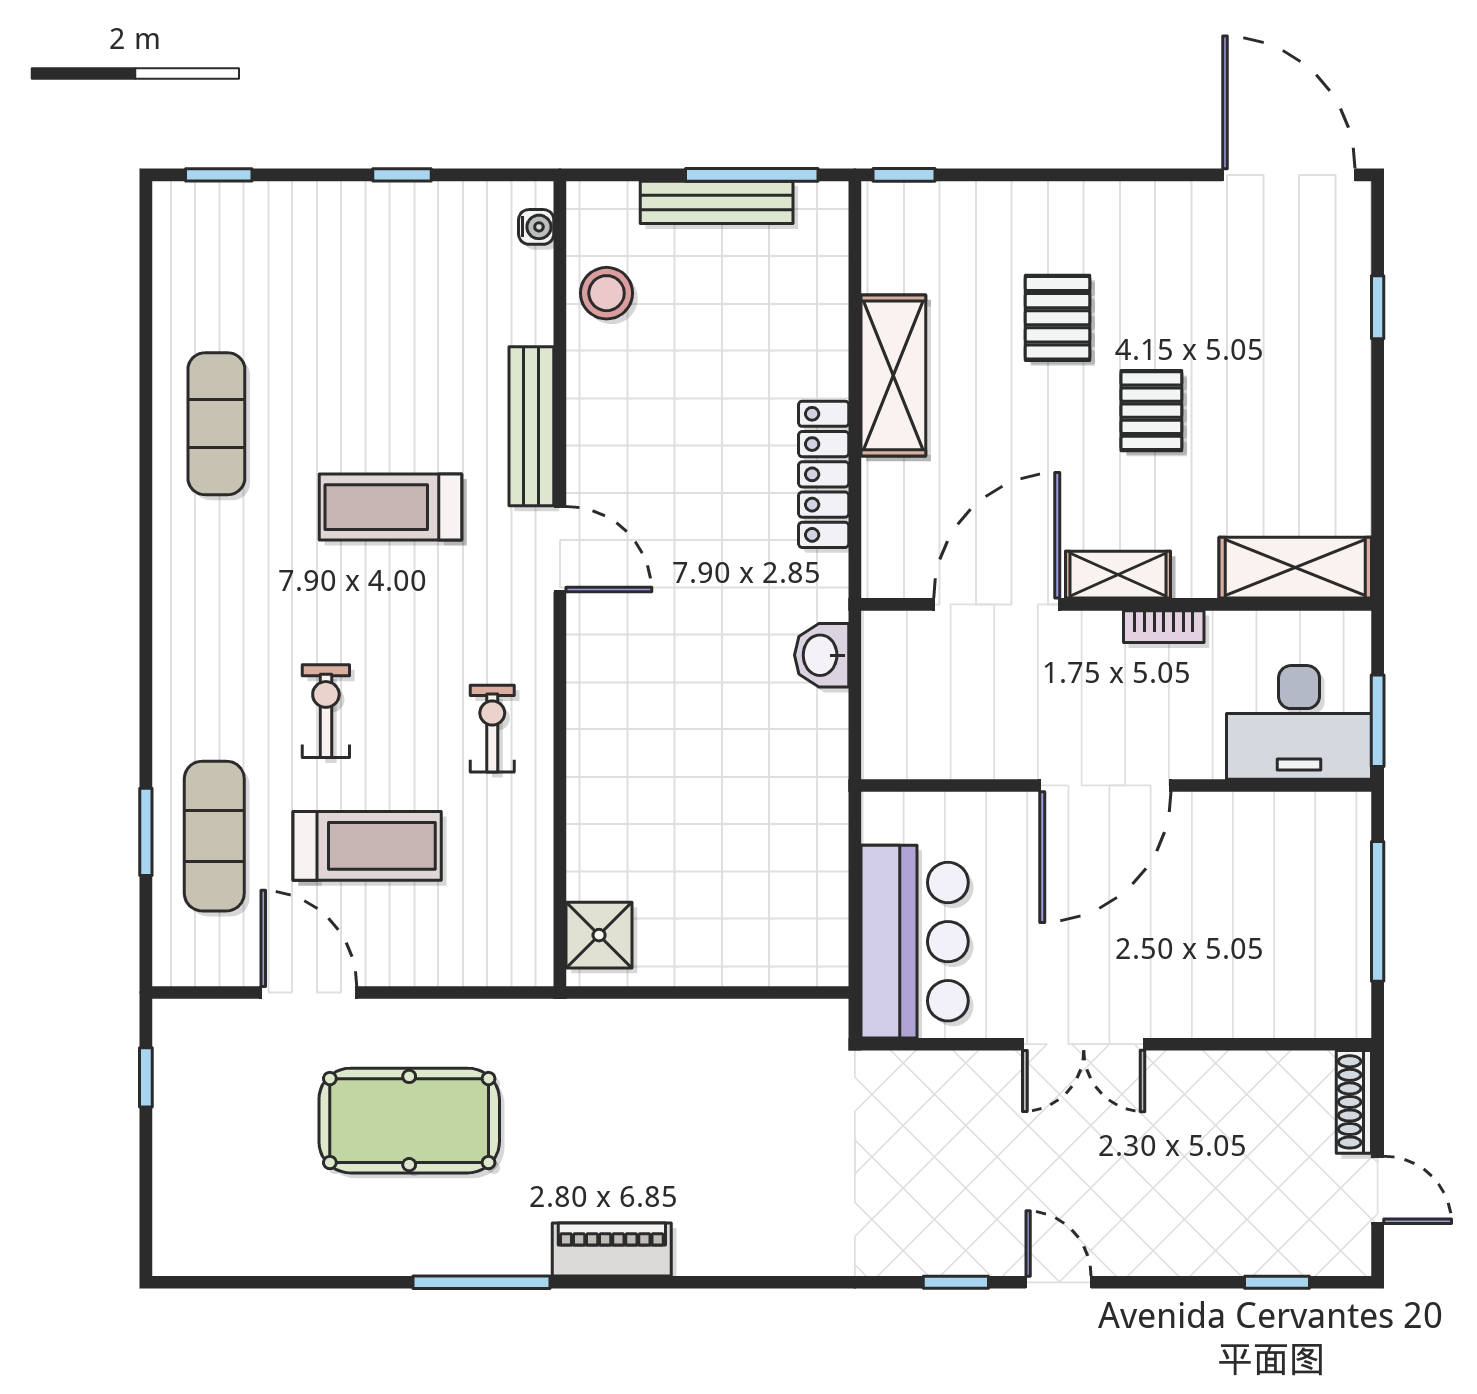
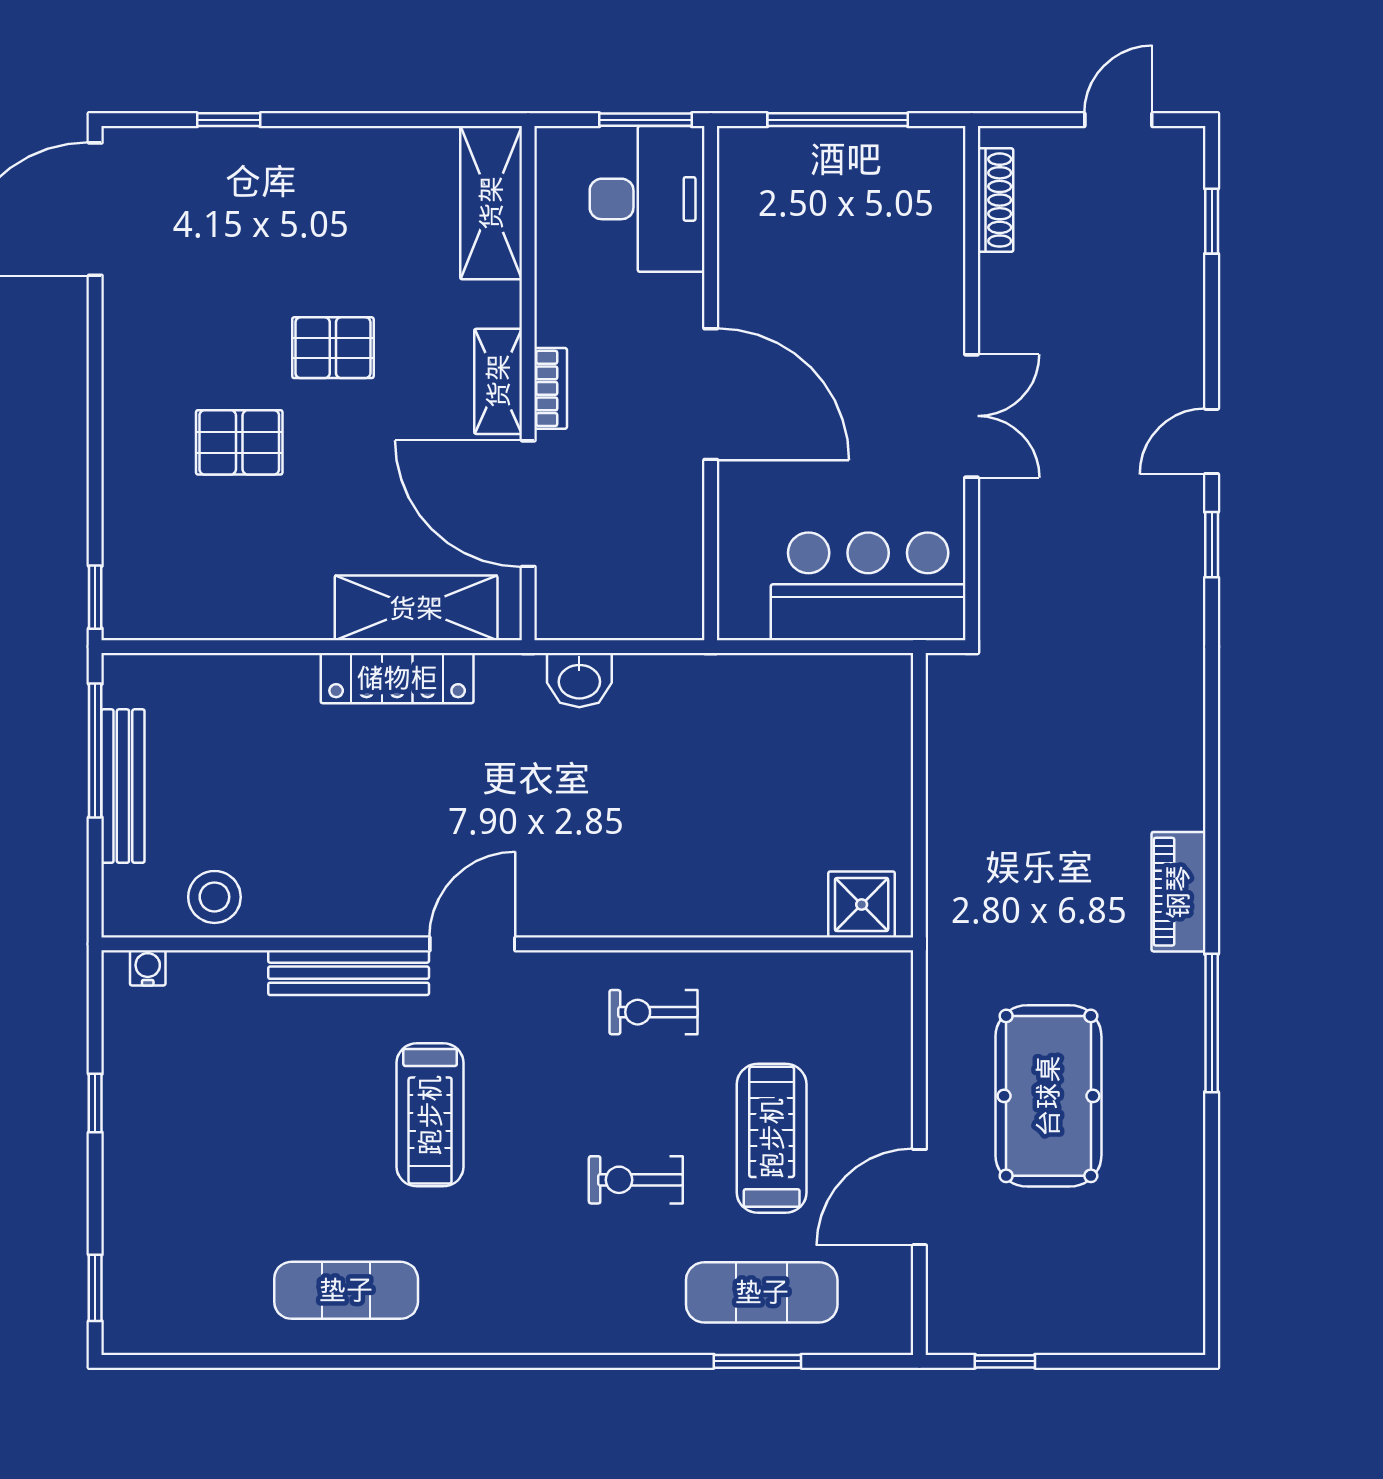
shelving: (893, 375) -> (416, 608), moved
bookcase: (1164, 627) -> (551, 388), moved
shoe rack: (1354, 1102) -> (995, 200), moved, turned -90

